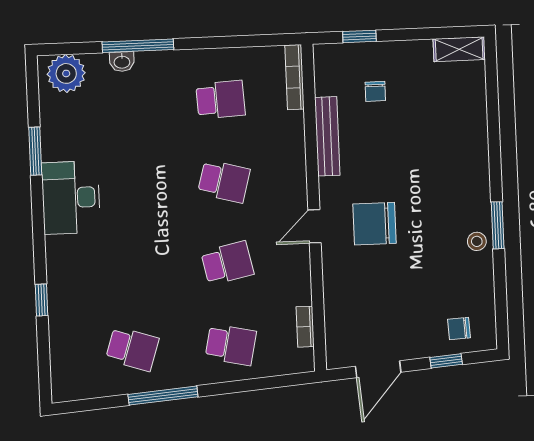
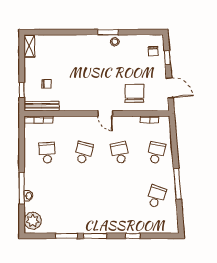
bench: (327, 136) -> (42, 106), moved
desk: (71, 198) -> (88, 221), removed
window: (38, 215) -> (95, 236), added
chair: (374, 224) -> (134, 93), moved, turned 180

